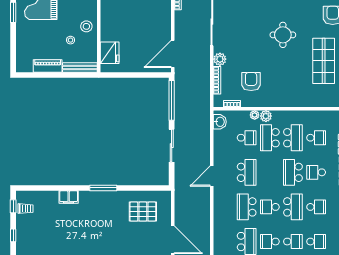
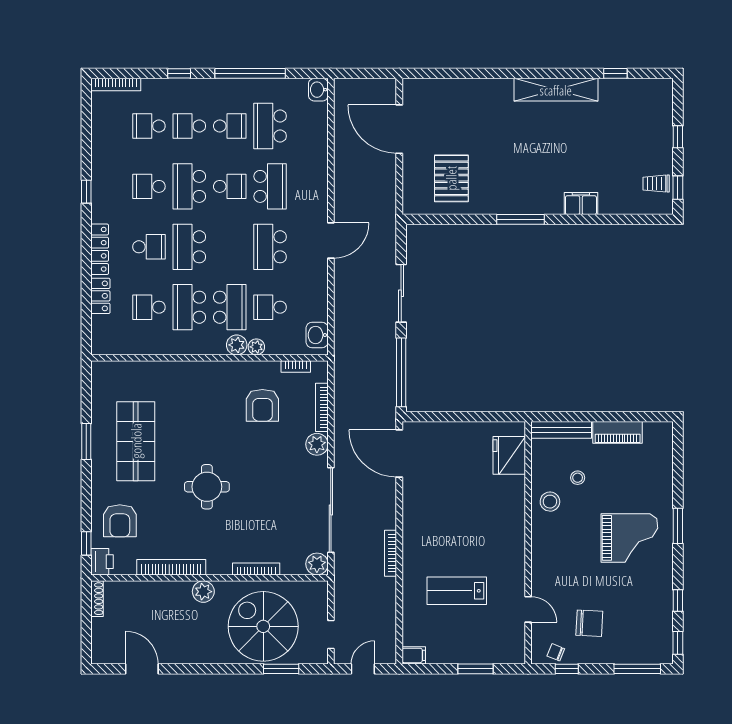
door: (173, 54) -> (399, 453), swing flipped
school desk: (293, 172) -> (189, 247), turned 180
pallet: (143, 212) -> (451, 178), turned 90

